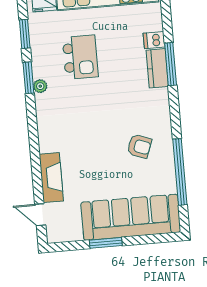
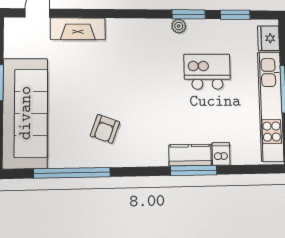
kitchen island: (80, 57) -> (207, 72), turned 180

